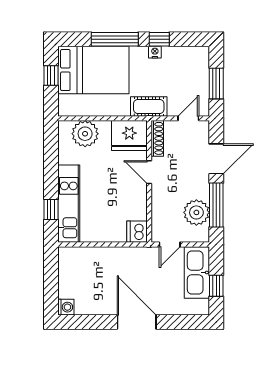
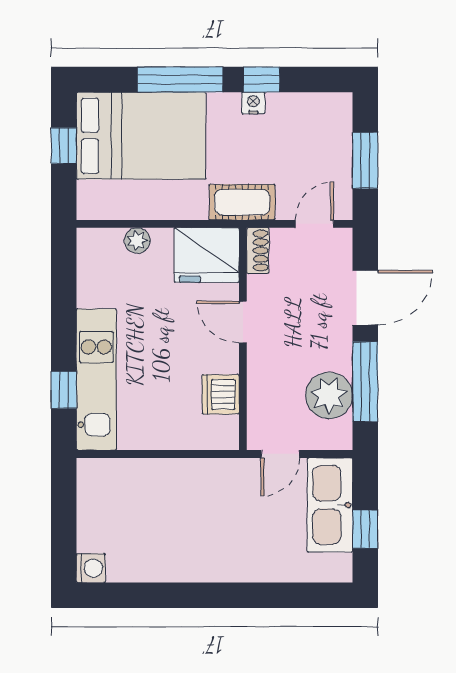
plant: (85, 134) -> (137, 240), width x0.53, depth x0.53
shoe rack: (157, 138) -> (258, 251), width x0.70
dishwasher: (137, 232) -> (221, 394), moved
door: (137, 322) -> (220, 595), removed

